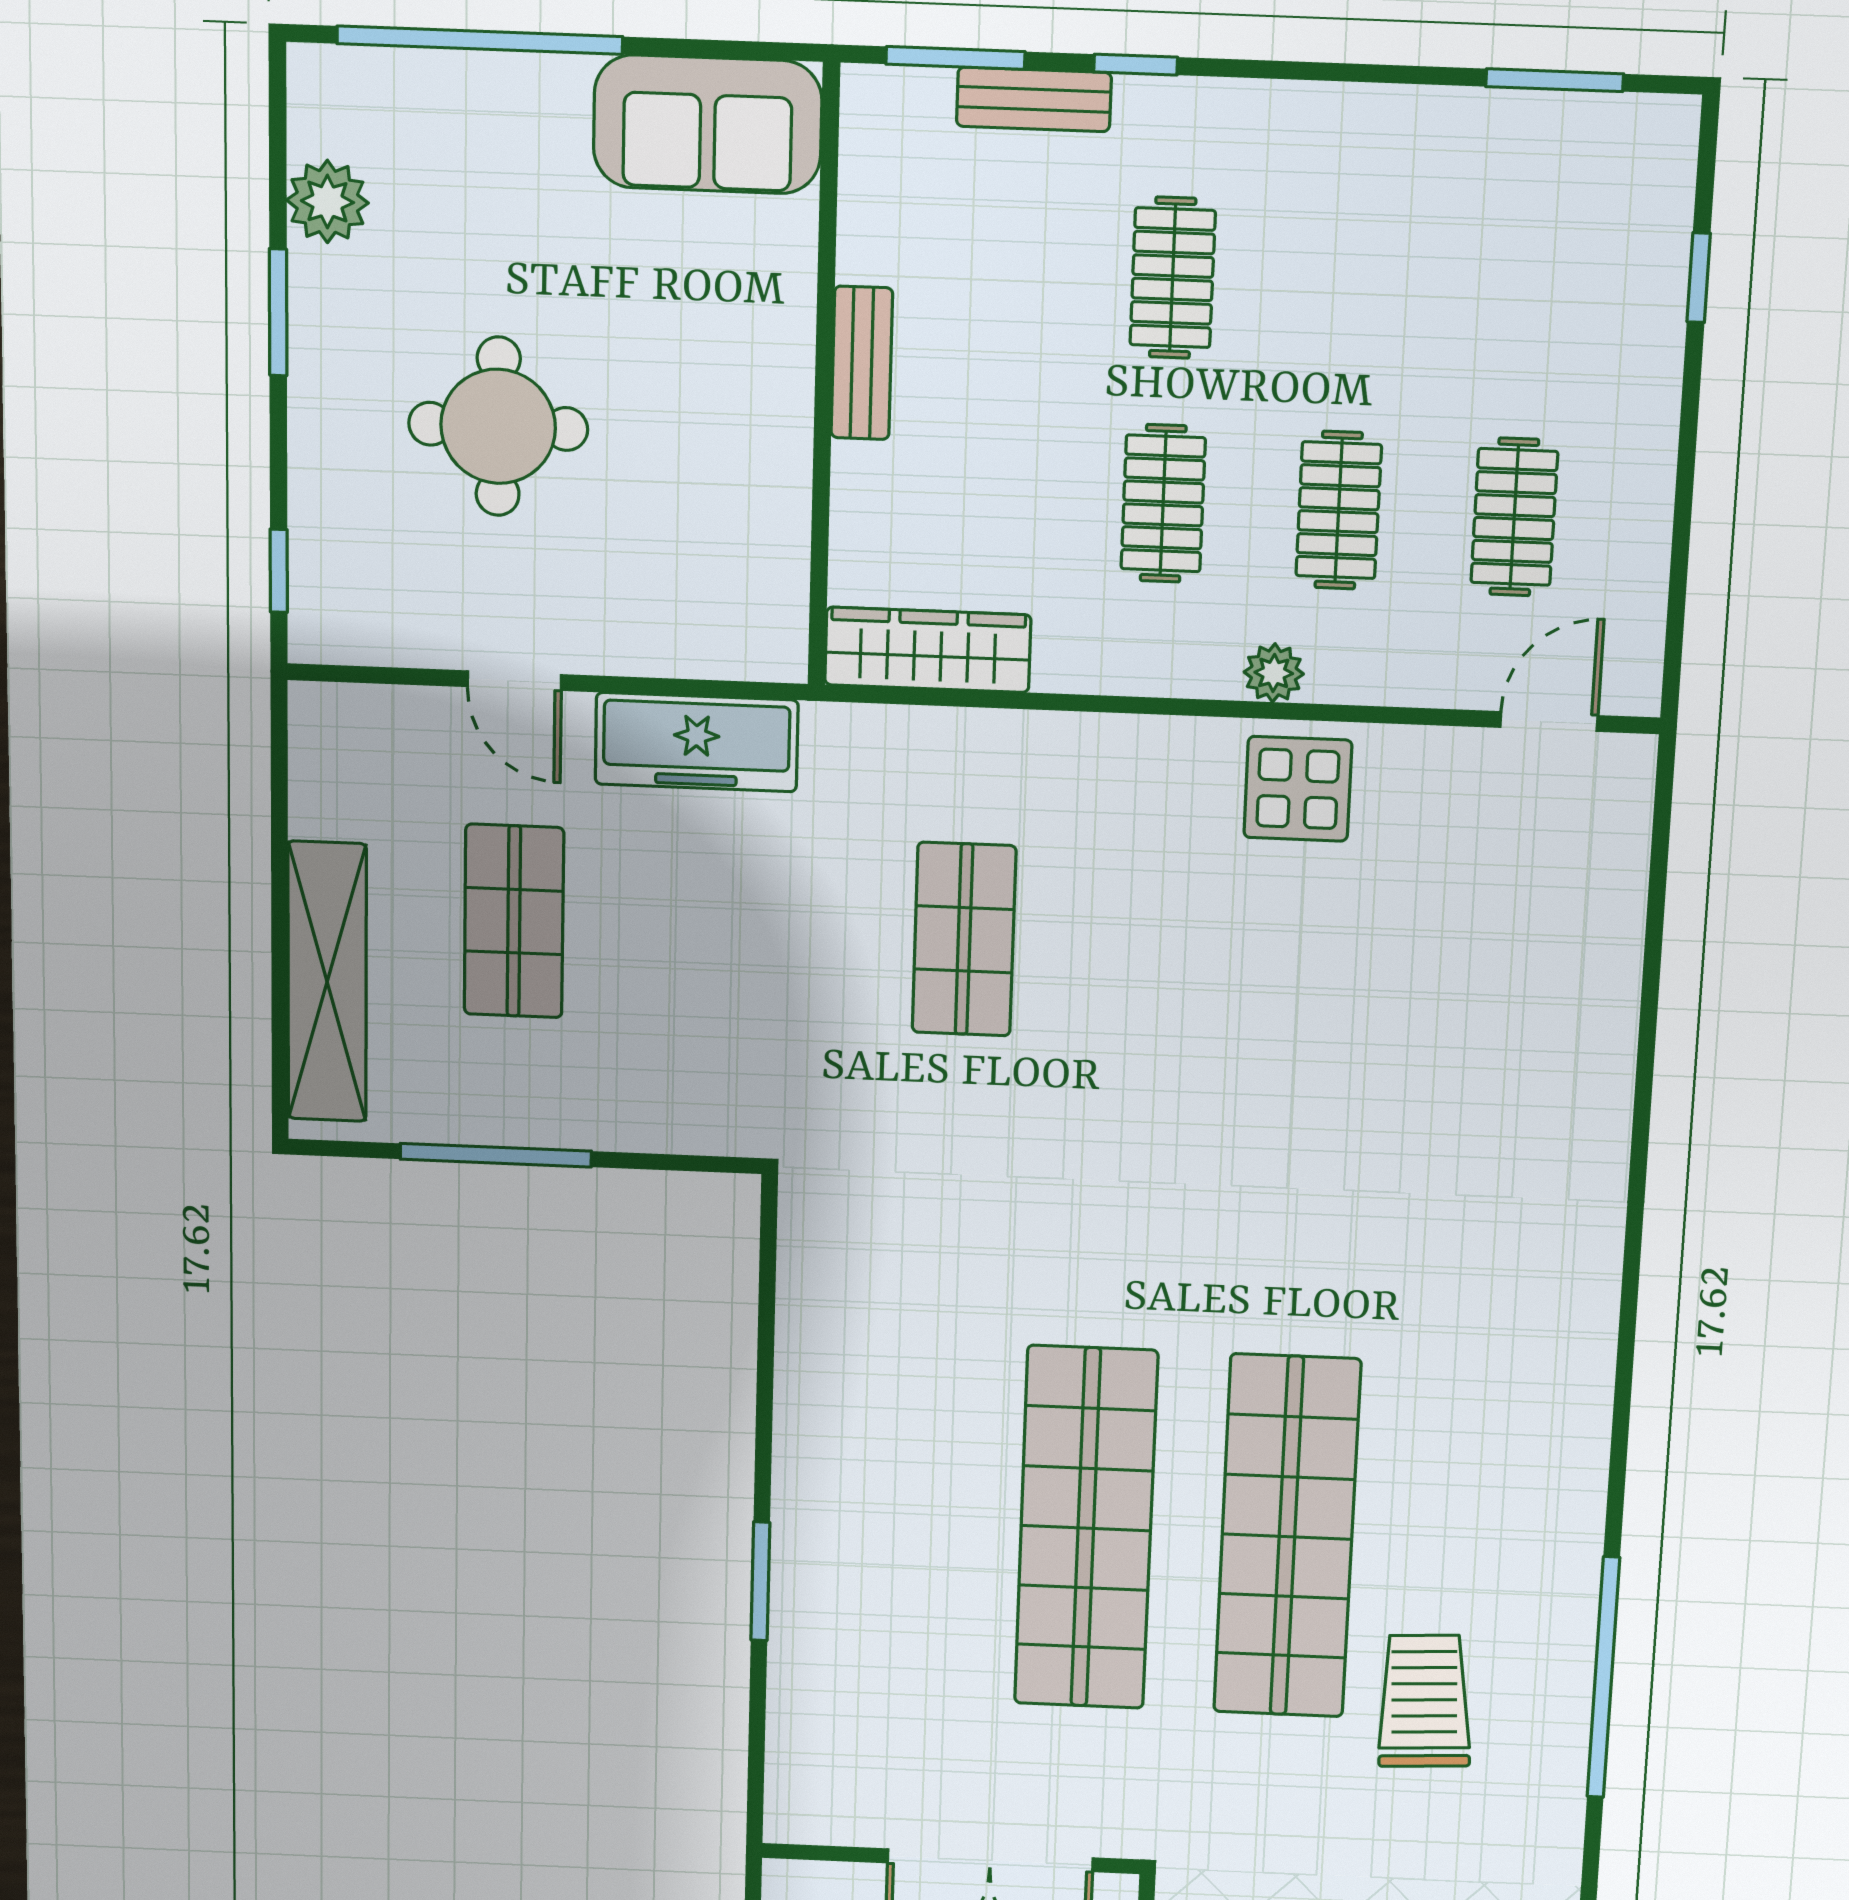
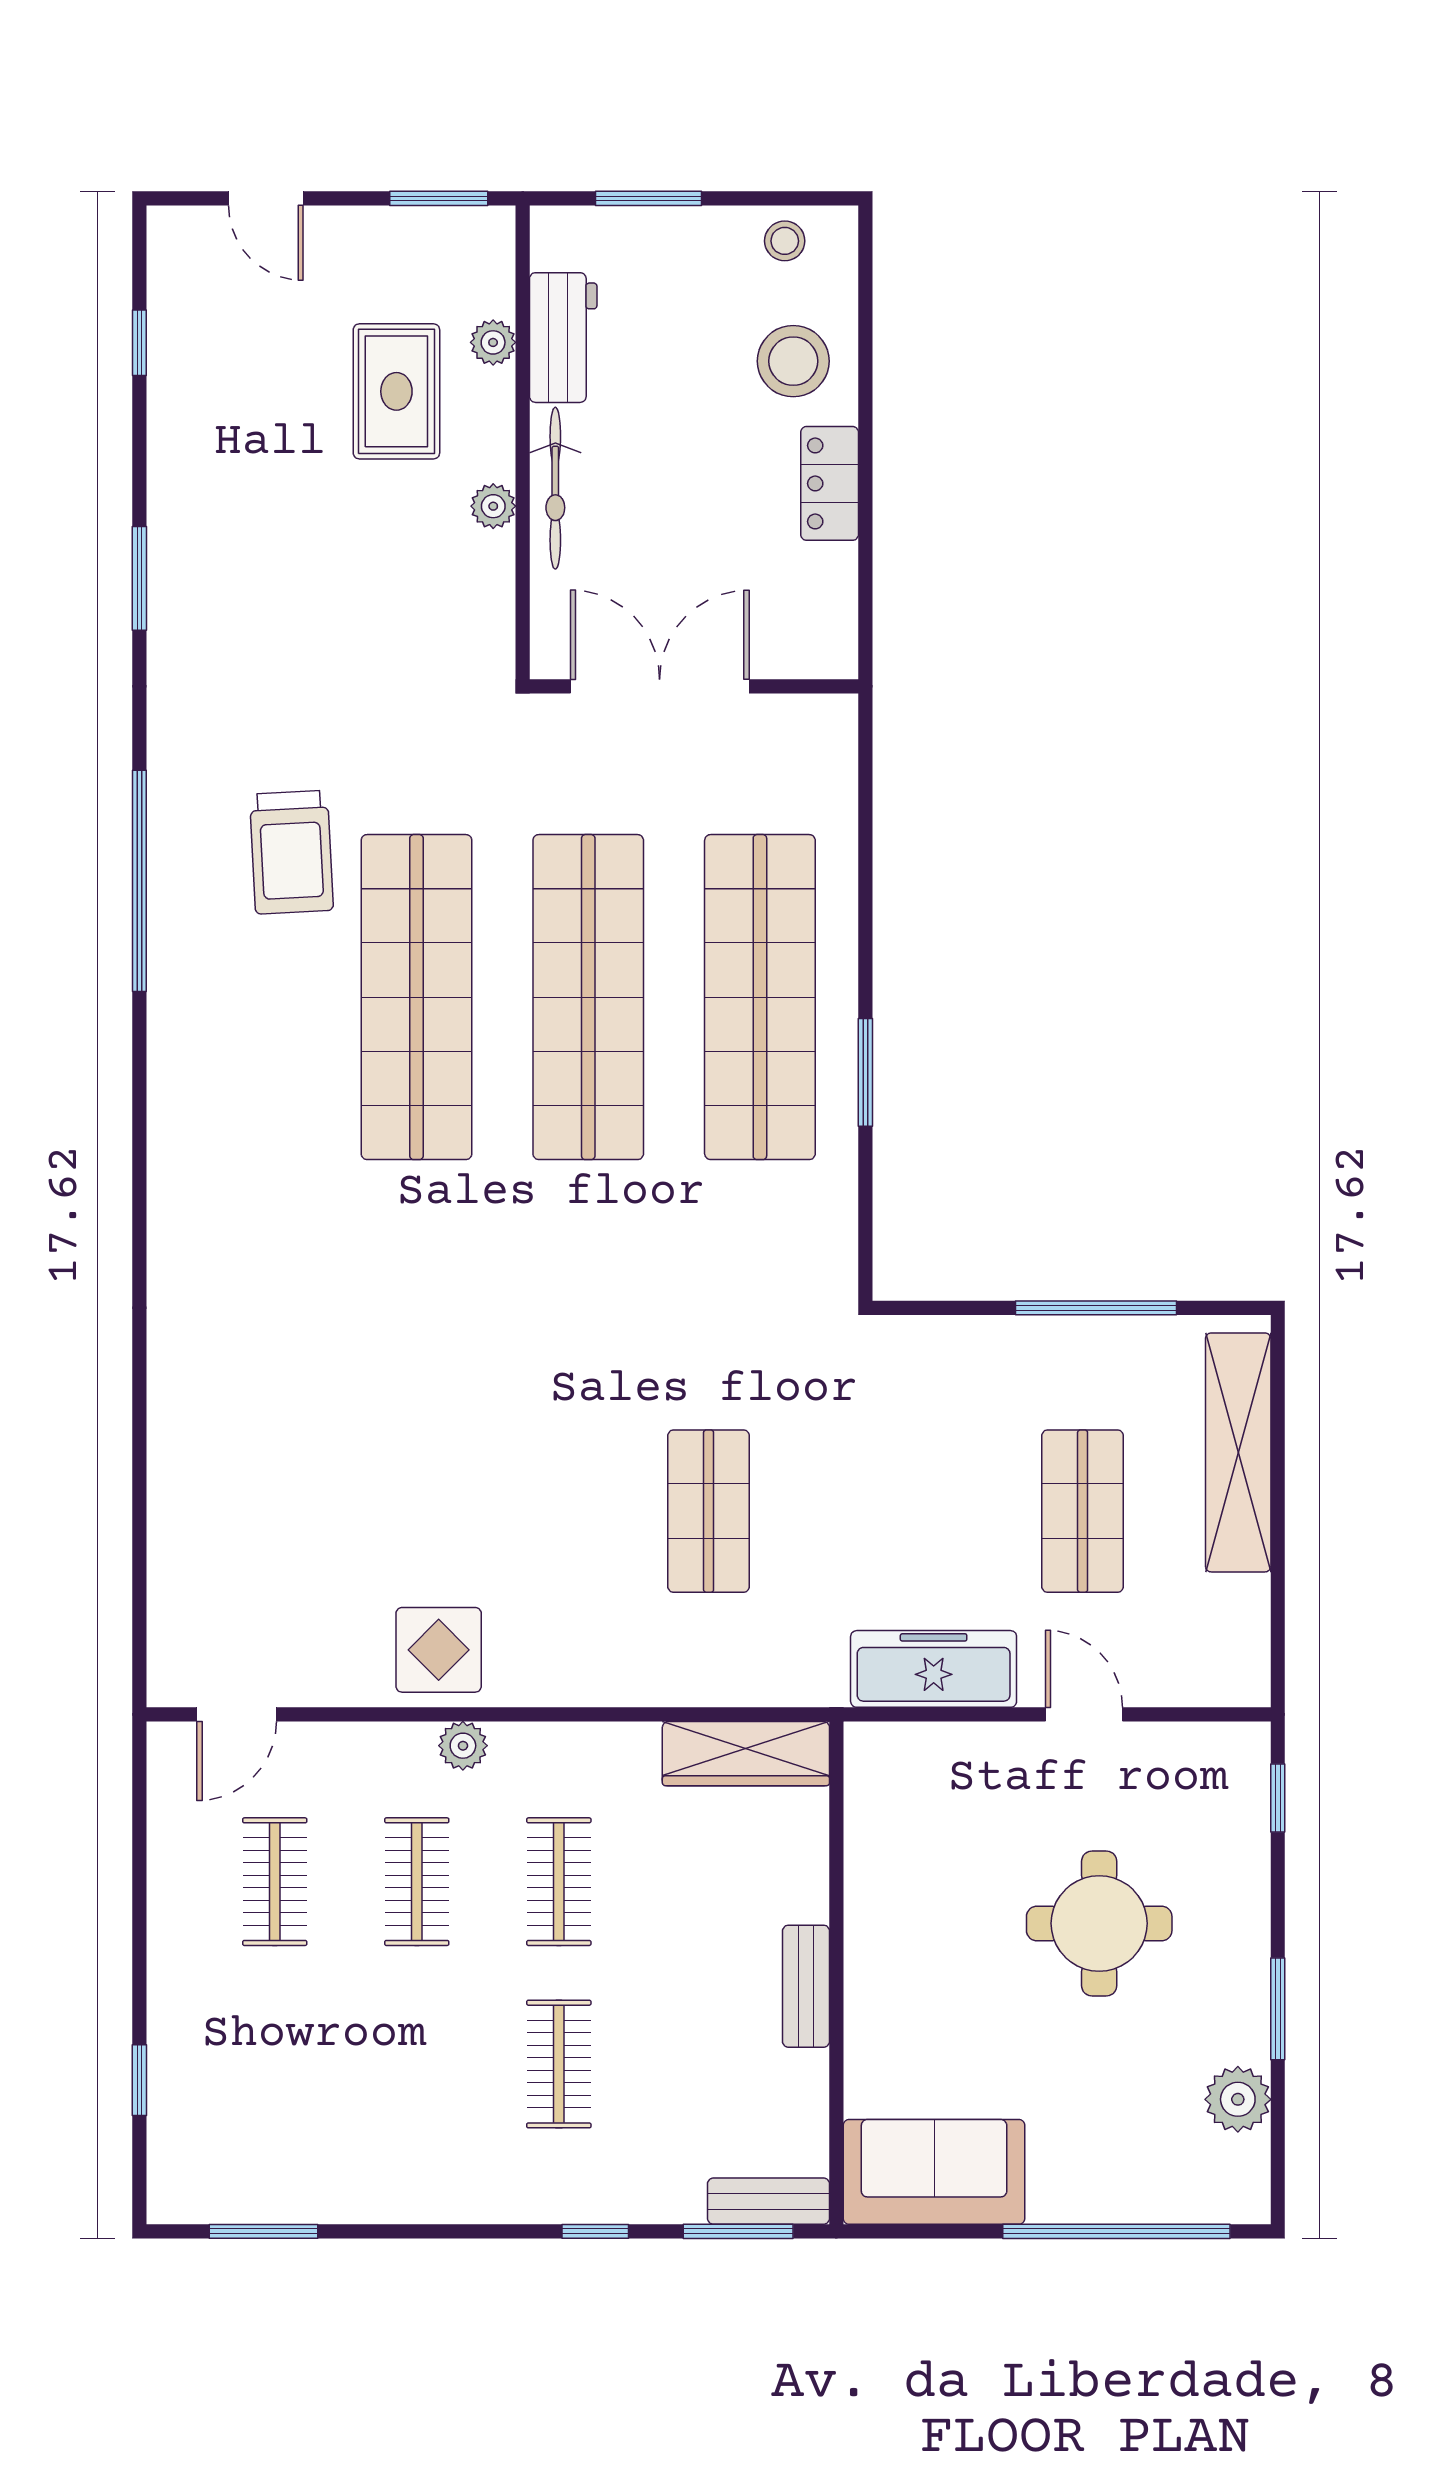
bench: (1034, 99) -> (768, 2201), moved
shop shelf: (885, 1520) -> (760, 997), added
window: (760, 1581) -> (865, 1072), moved

